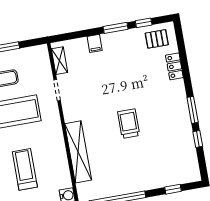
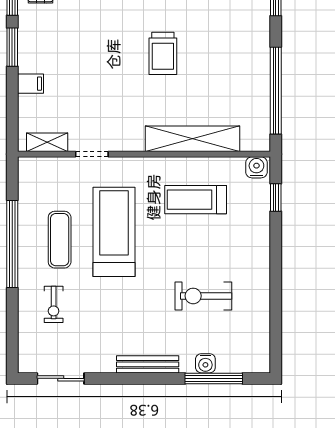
trolley: (129, 124) -> (163, 53), turned -90
treadmill: (25, 169) -> (196, 200), moved

